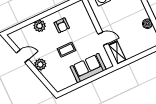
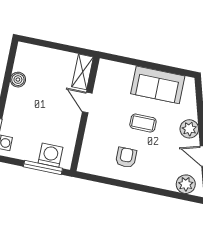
plant: (40, 26) -> (186, 184), moved
sofa: (88, 68) -> (158, 85), moved

